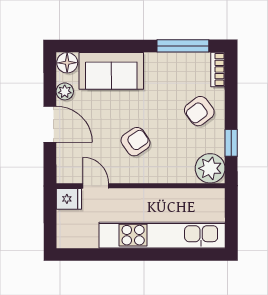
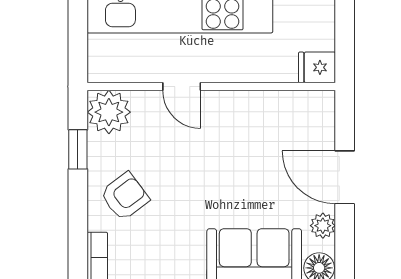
armchair: (136, 142) -> (219, 152), removed
door: (96, 186) -> (182, 87), moved

